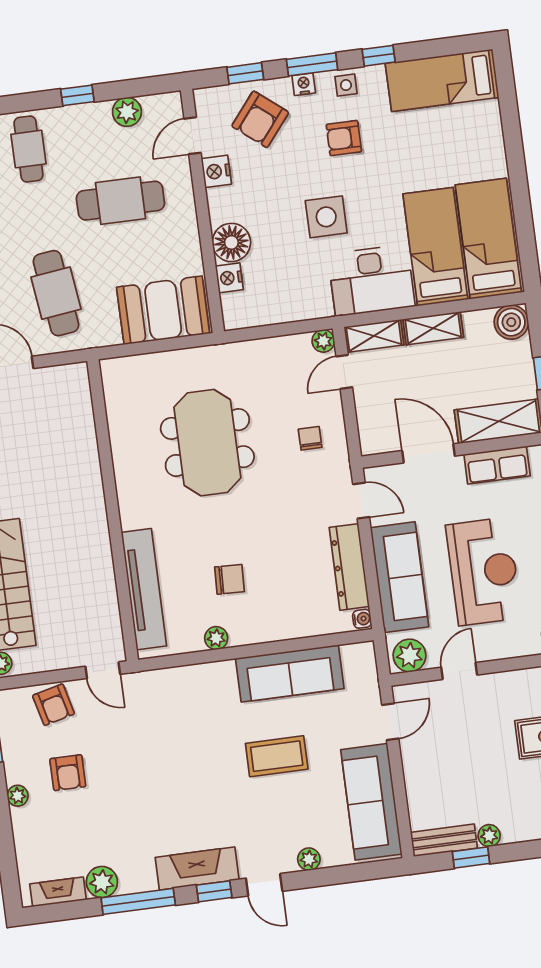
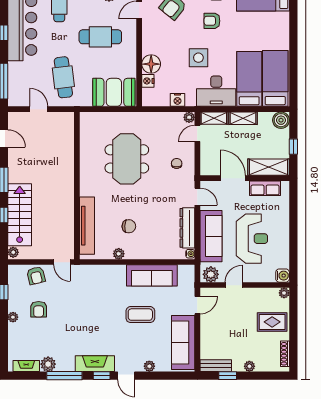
nightstand: (216, 171) -> (178, 100), moved, turned -90
plant: (489, 836) -> (249, 366), moved

